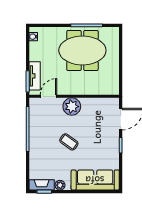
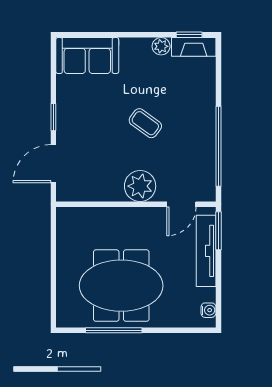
tv unit: (35, 76) -> (206, 251), width x1.41
sofa: (95, 180) -> (87, 56), width x0.73

